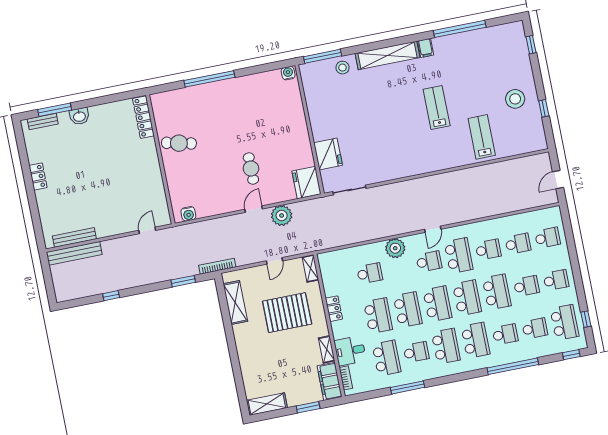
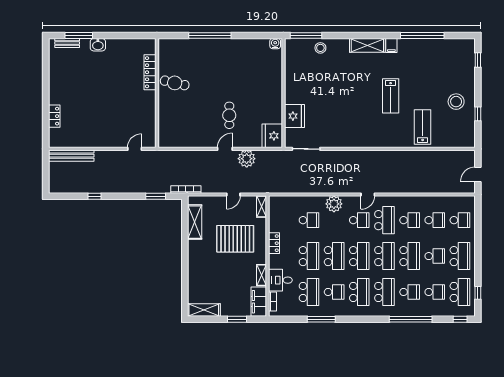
shelving: (388, 55) -> (367, 45), width x0.68
lab bench: (437, 108) -> (391, 96), turned 180
locker: (143, 117) -> (150, 72), moved
locker: (38, 177) -> (54, 116), moved
water cooler: (188, 214) -> (171, 142), removed
bench: (74, 237) -> (74, 143), removed
school desk: (556, 280) -> (460, 256), width x1.85

